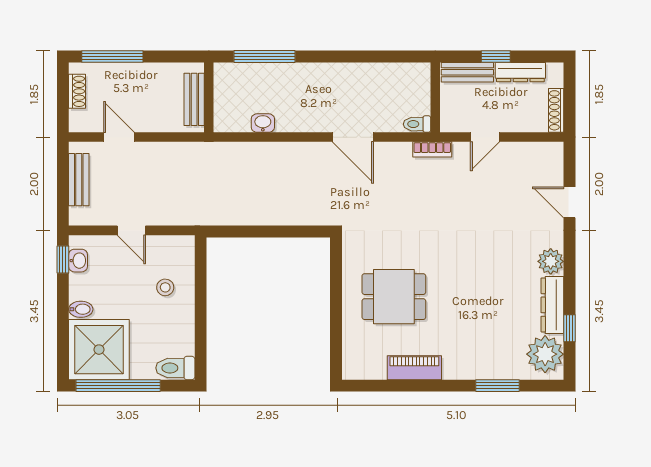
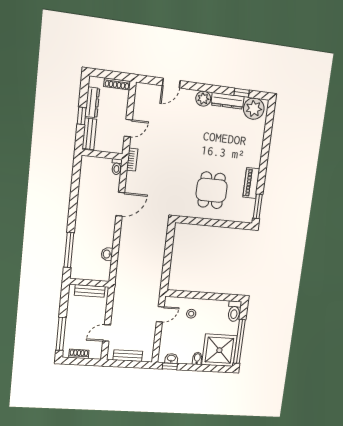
door: (485, 137) -> (128, 128), hinge flipped
door: (131, 230) -> (160, 314), moved
window: (497, 386) -> (258, 206), moved

